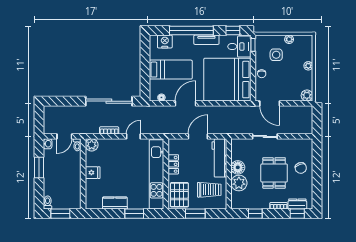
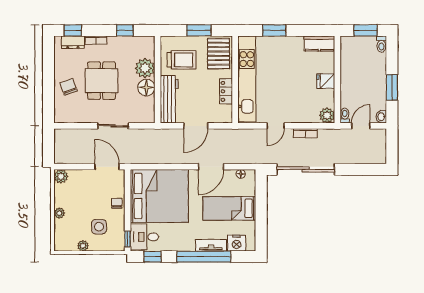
tv unit: (206, 40) -> (211, 245), moved
trolley: (209, 190) -> (182, 60), turned 180
kitchen counter: (115, 203) -> (319, 43), moved

